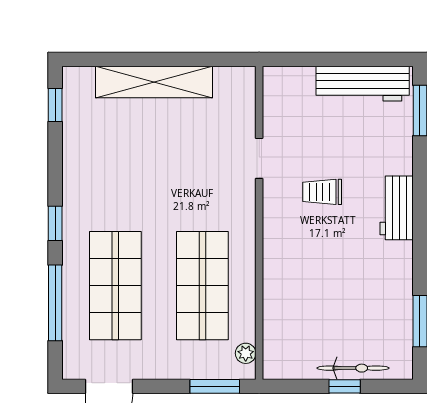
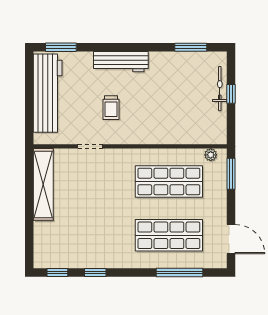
shelving: (154, 82) -> (43, 184), moved
workbench: (363, 84) -> (48, 93), width x1.36, depth x1.32
workbench: (397, 208) -> (121, 62), width x1.38
window: (55, 223) -> (95, 272), moved

